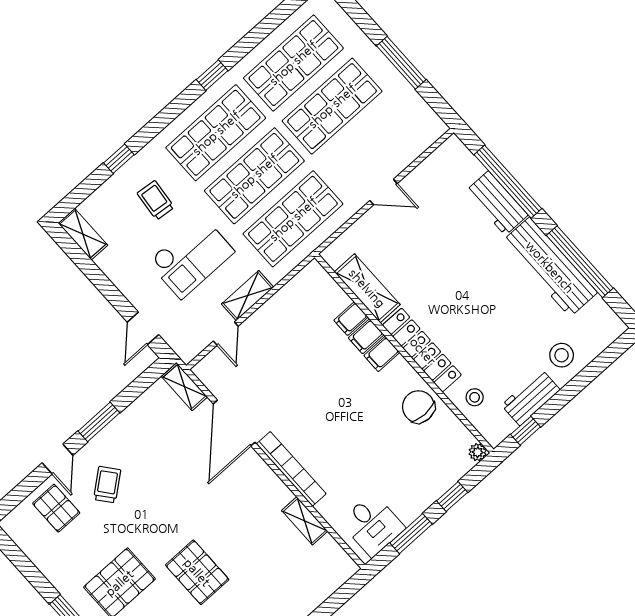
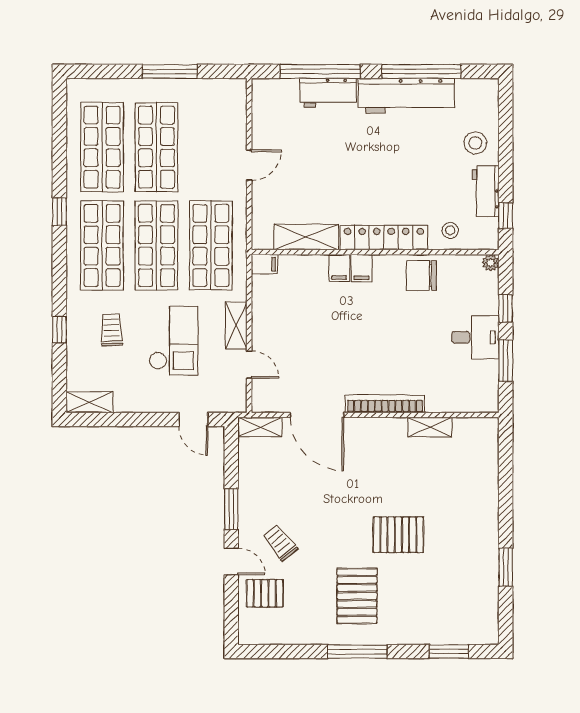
trolley: (156, 200) -> (112, 330), turned 82
filing cabinet: (351, 319) -> (264, 264), moved, turned -90
desk: (372, 525) -> (475, 337), moved

